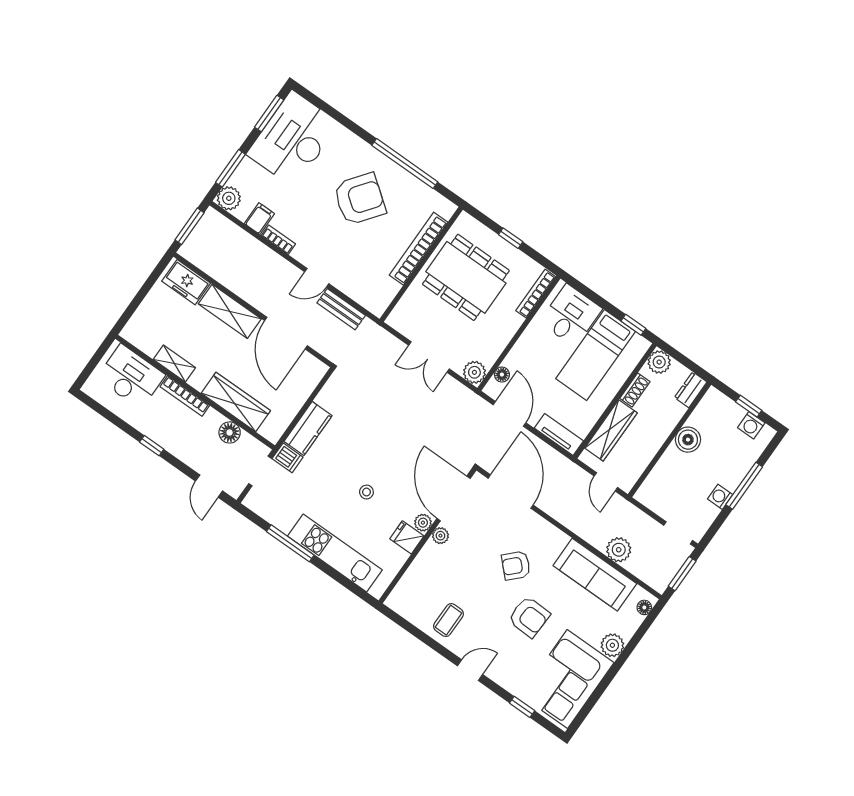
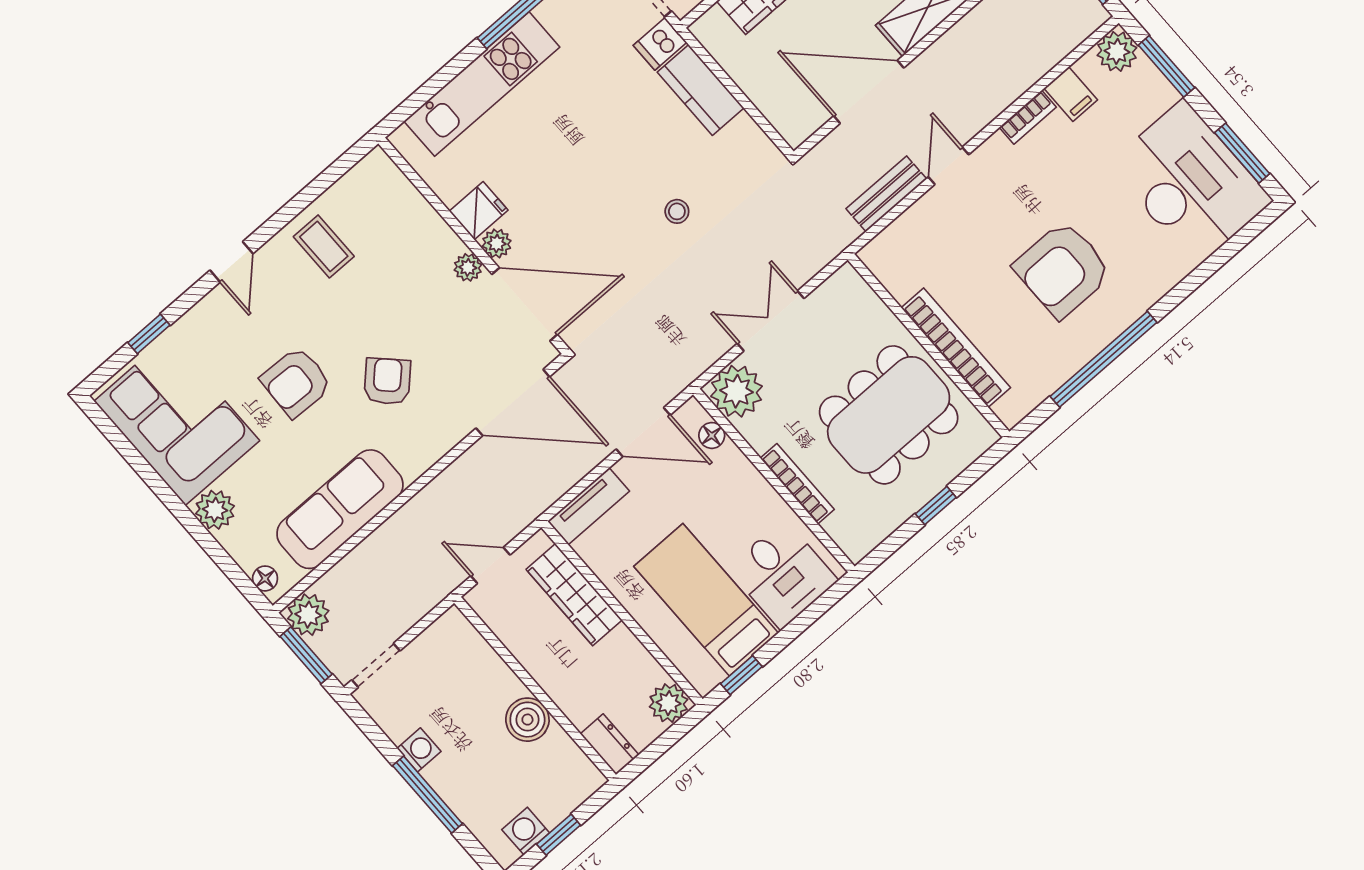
armchair: (360, 199) -> (1063, 269), turned 53
bookcase: (536, 294) -> (797, 484), moved
plant: (474, 372) -> (737, 391), width x1.36, depth x1.36
shoe rack: (635, 390) -> (632, 651), removed
stool: (366, 492) -> (677, 211), moved
plant: (619, 550) -> (308, 615), moved

